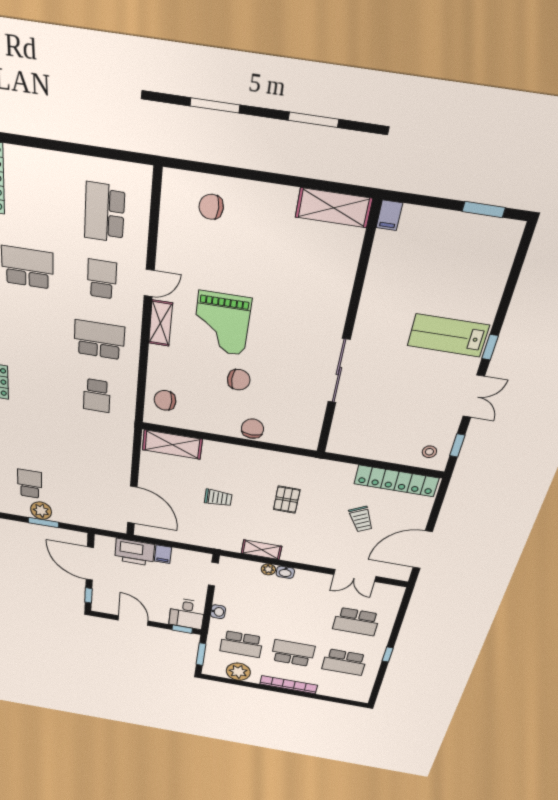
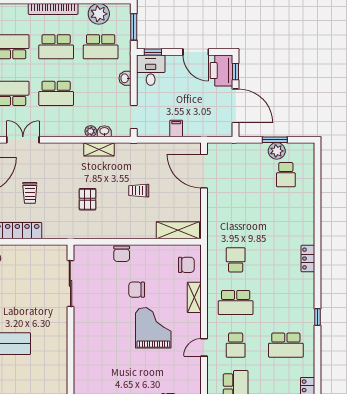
shelving: (161, 323) -> (194, 297), moved
sliding door: (339, 371) -> (70, 283), moved
trolley: (361, 519) -> (30, 193), turned -153
printer: (135, 552) -> (221, 71), moved, turned -90
washbasin: (285, 572) -> (104, 131), moved
school desk: (303, 612) -> (56, 93), added
school desk: (241, 644) -> (101, 47), turned 180

